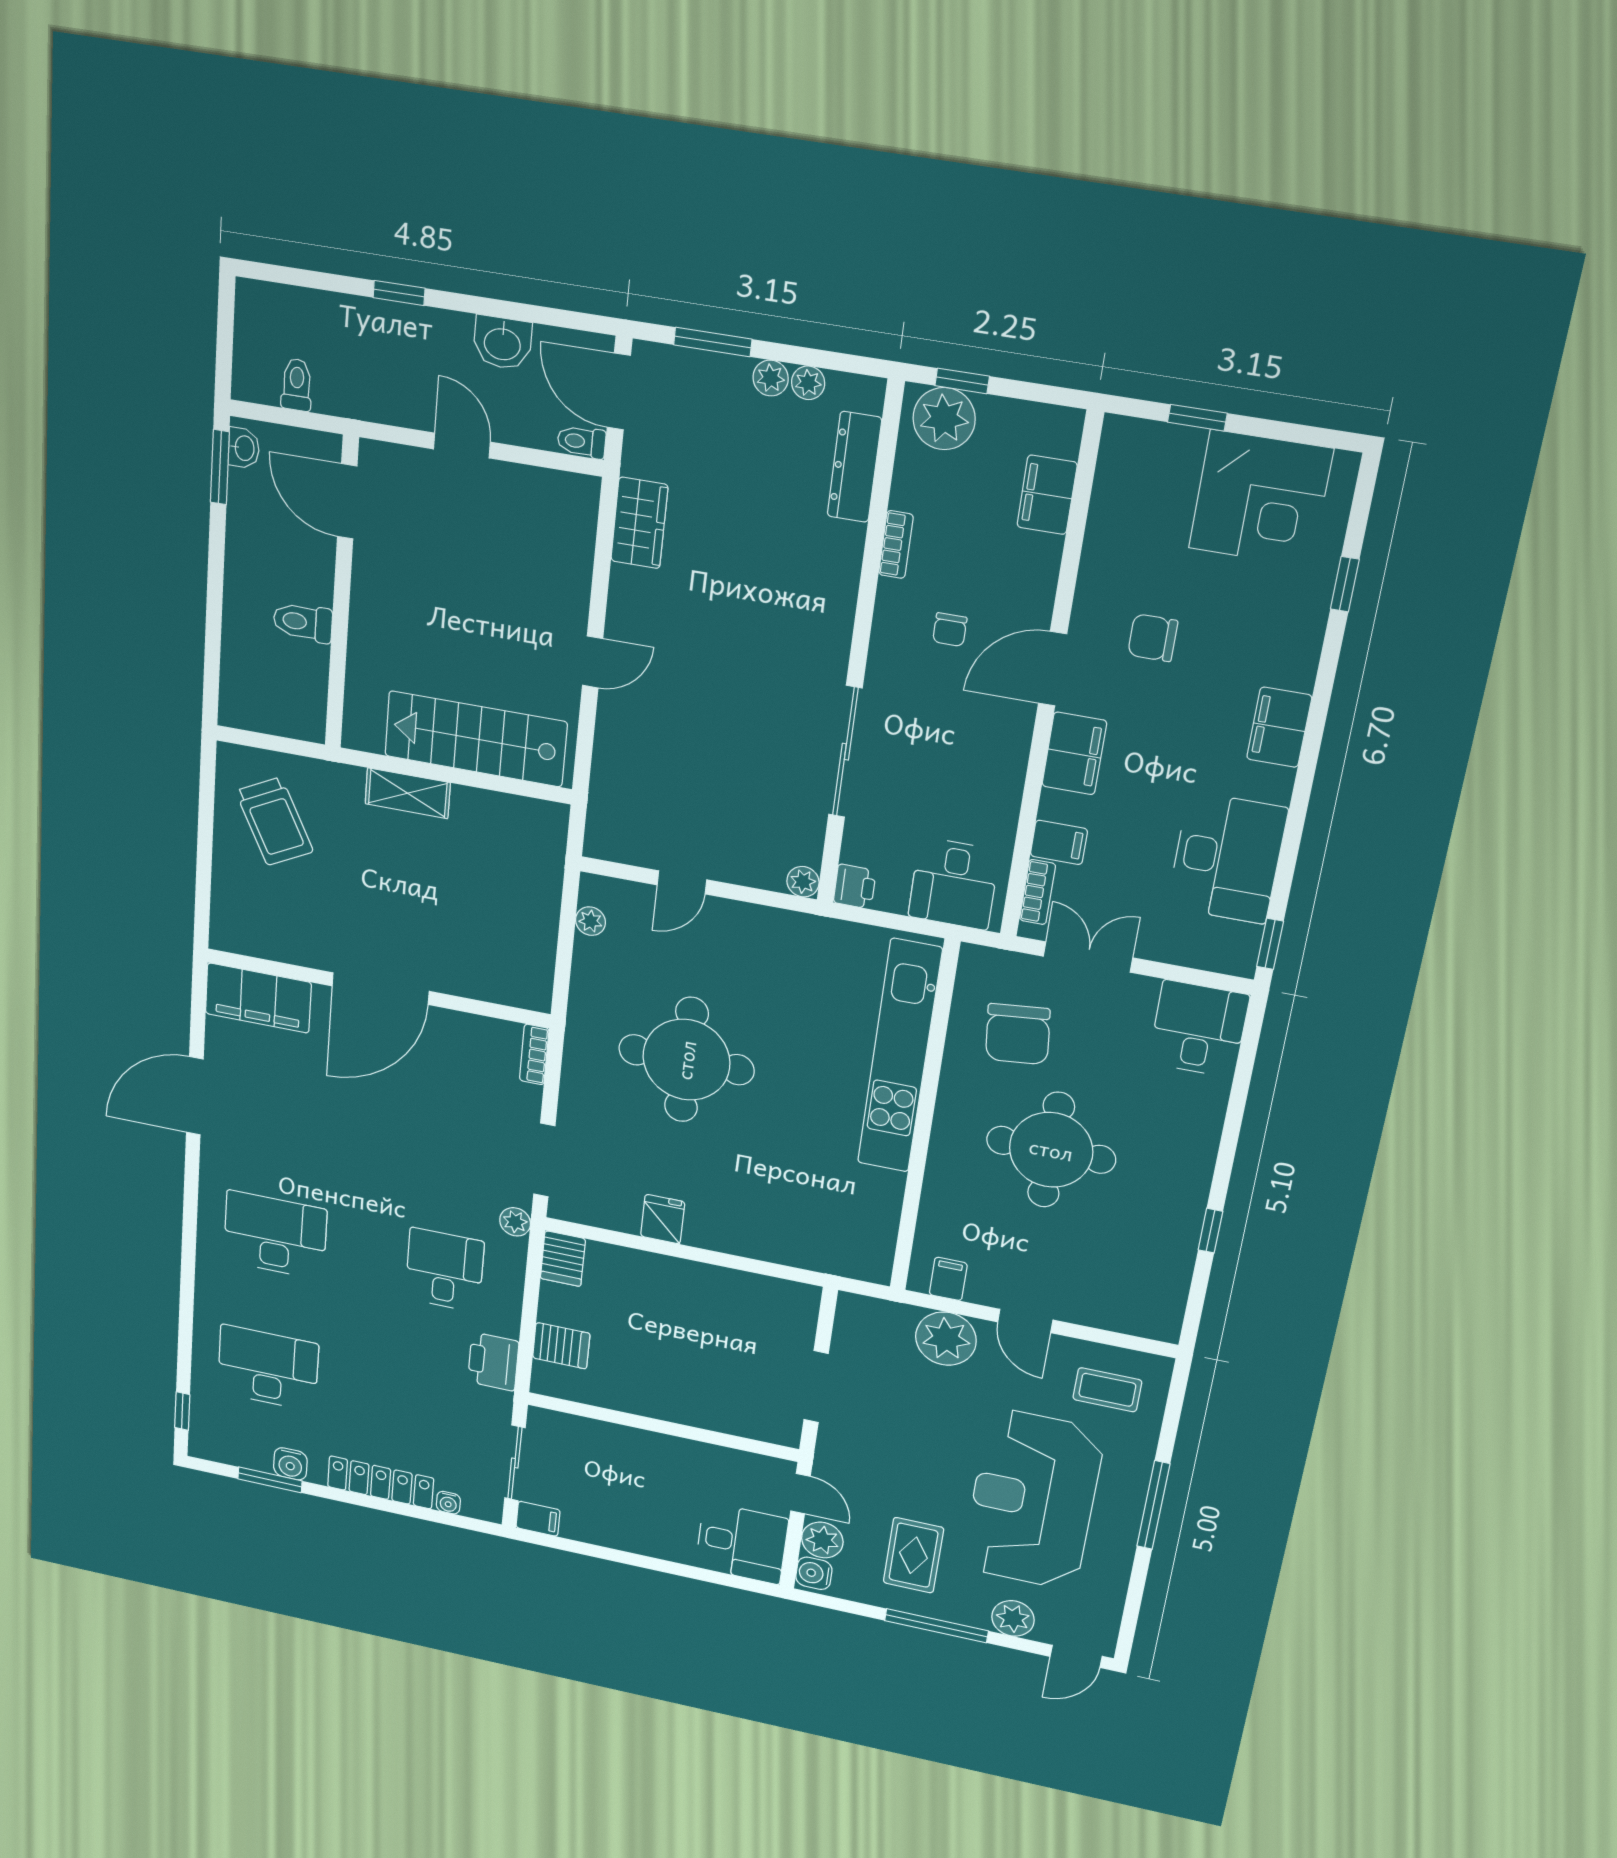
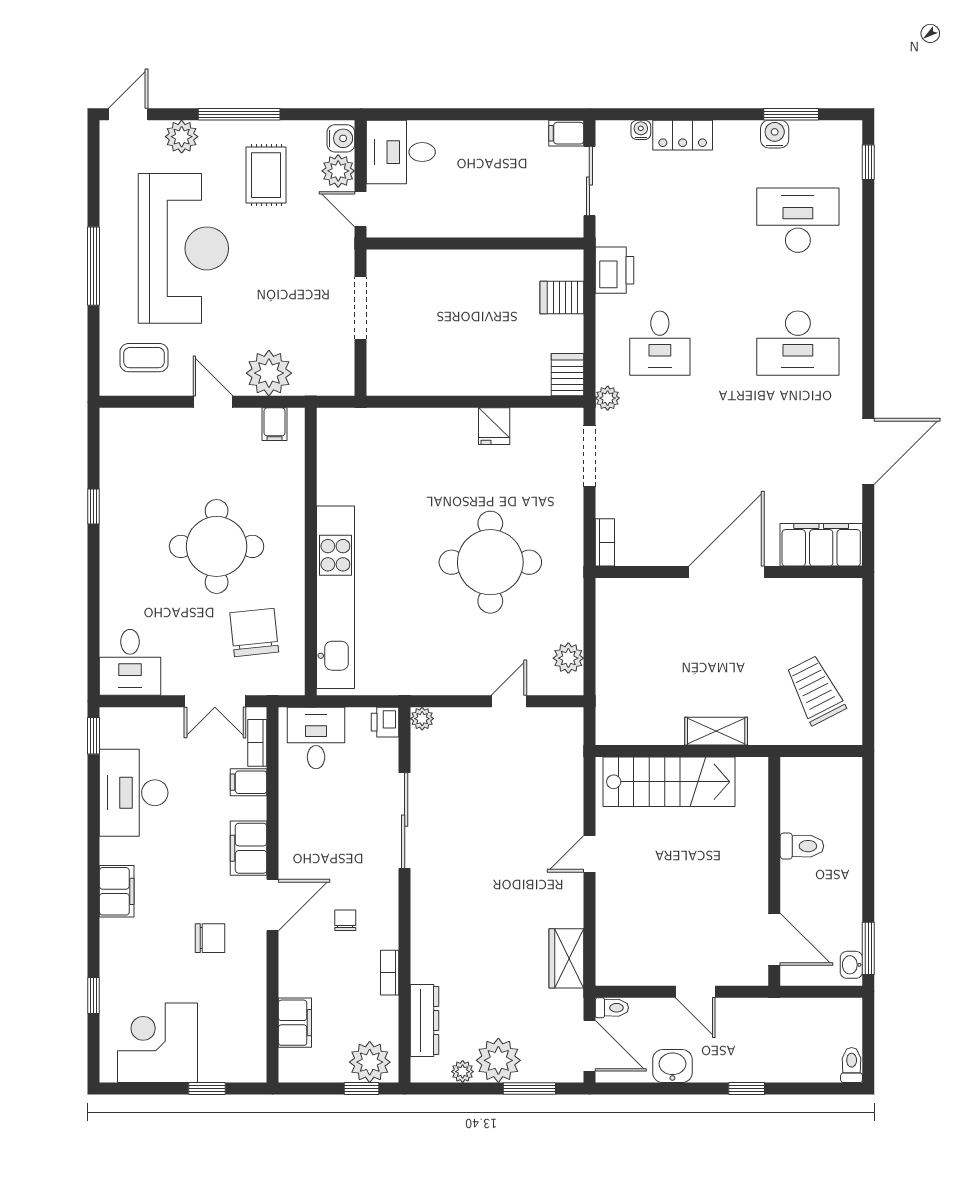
plant: (771, 378) -> (498, 1060), width x1.87, depth x1.87
toilet: (297, 385) -> (852, 1065), moved, turned 180
plant: (590, 921) -> (568, 658), width x1.38, depth x1.38
desk: (268, 1368) -> (798, 220), turned 180
locker: (380, 1482) -> (683, 135), width x0.66

